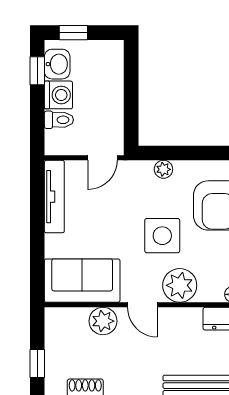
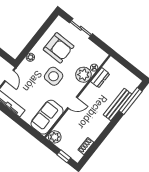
plant: (180, 285) -> (83, 75), moved
plant: (103, 321) -> (55, 137), moved

